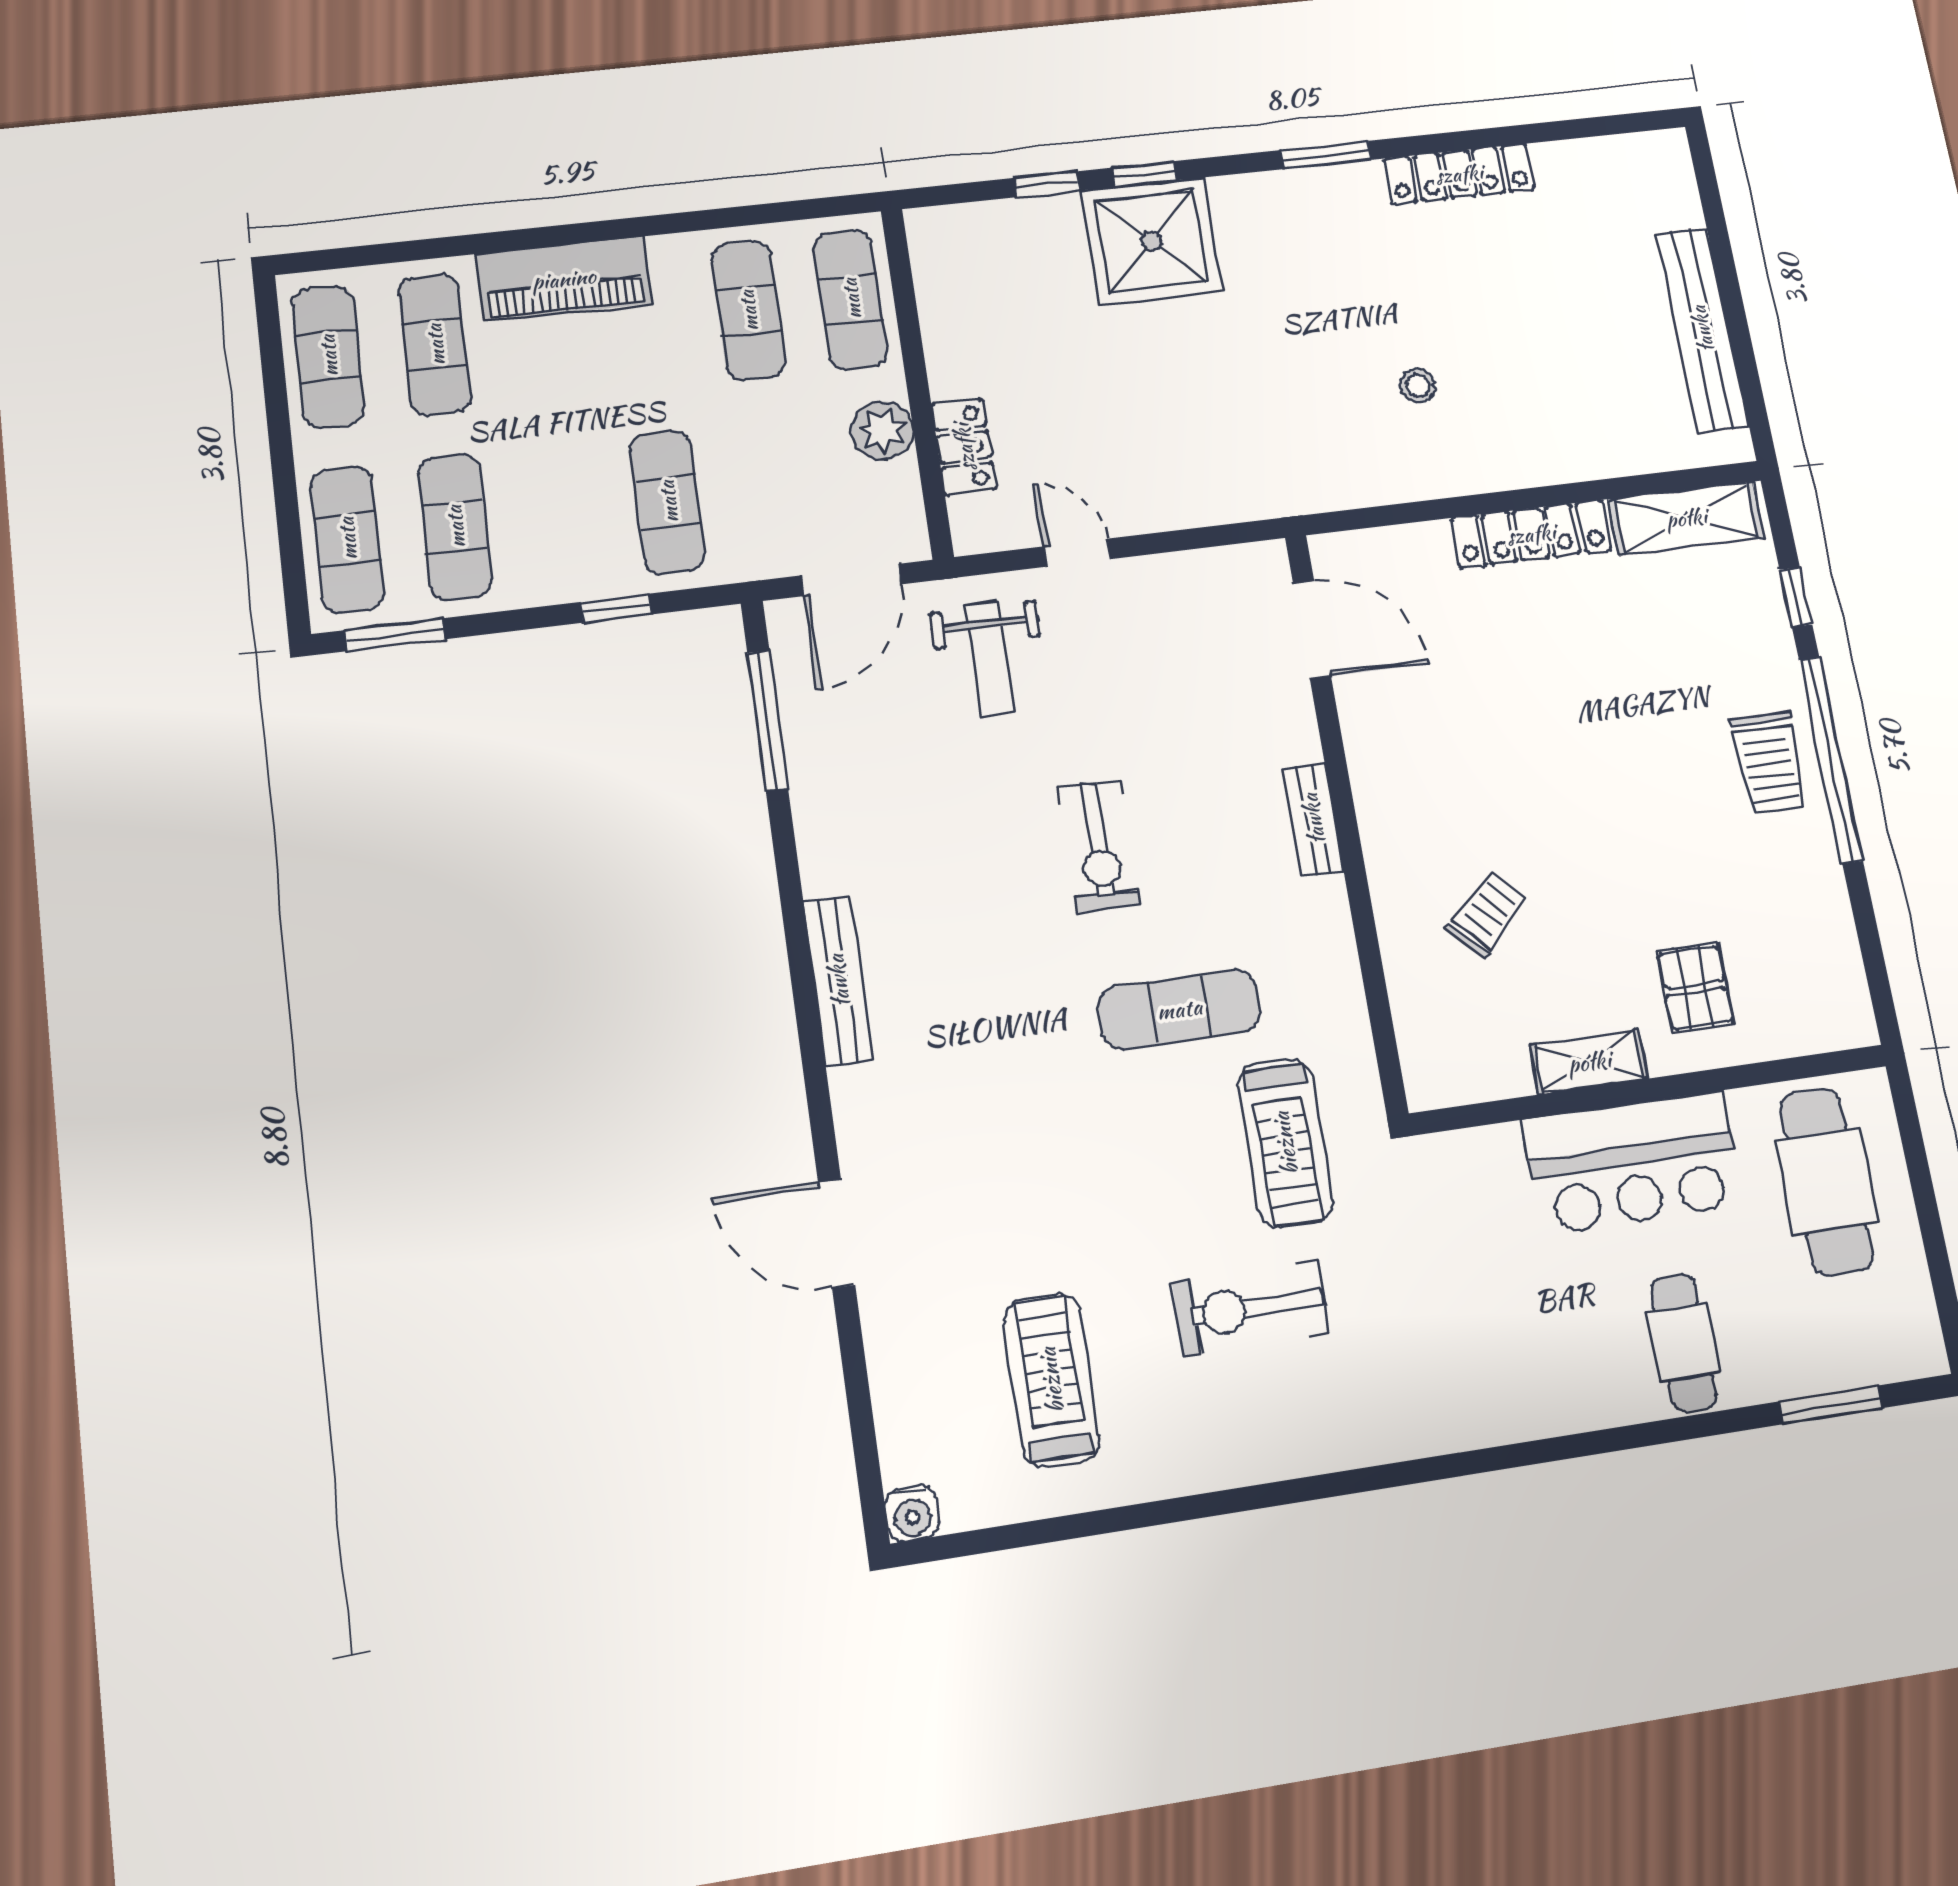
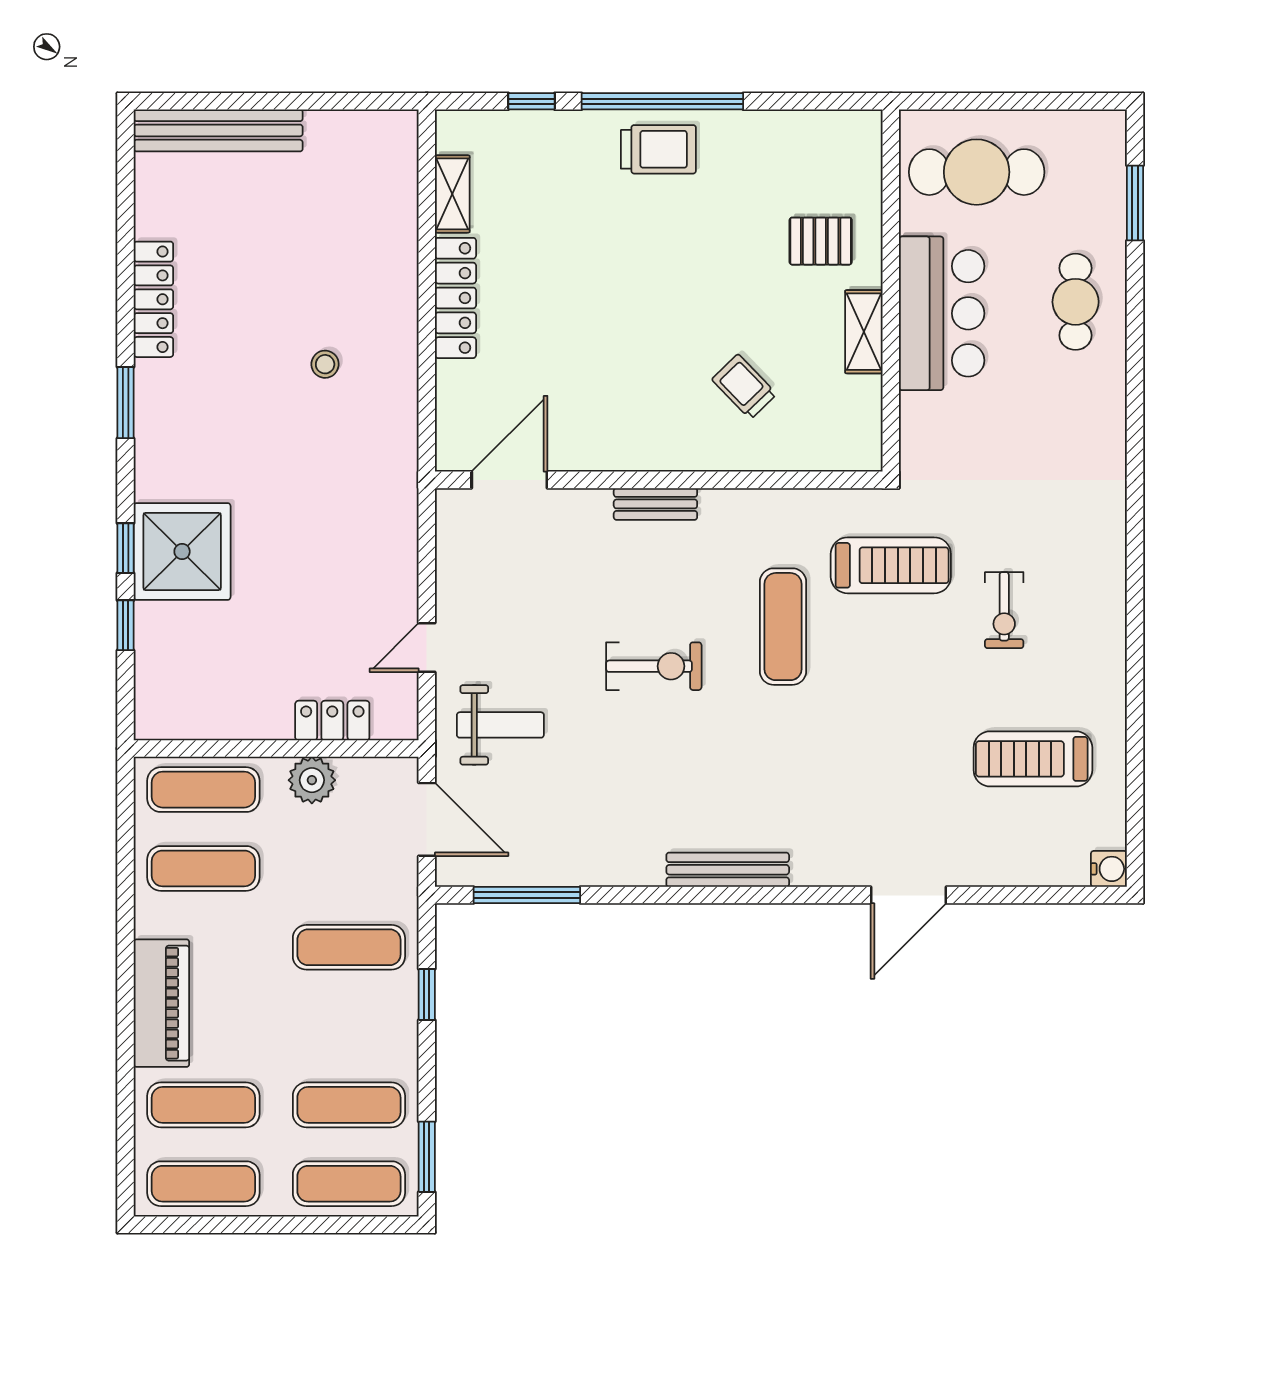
bench: (1702, 329) -> (218, 130), moved
shelving: (1686, 518) -> (452, 194), width x0.67, depth x0.75
exercise bike: (1250, 1308) -> (1004, 610), width x0.73, depth x0.72
cafe table: (1684, 1343) -> (1076, 302), turned 90

